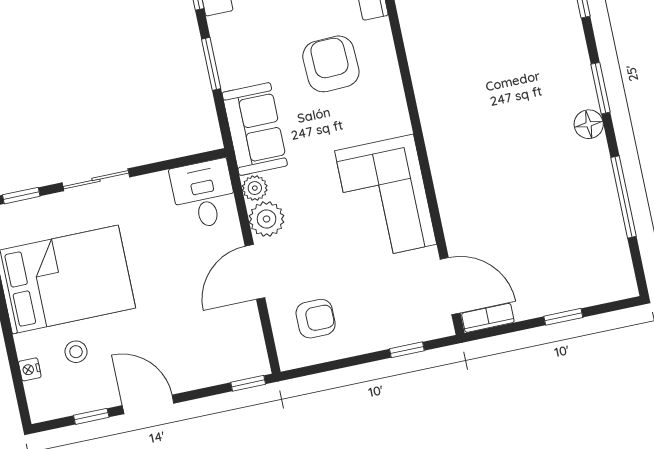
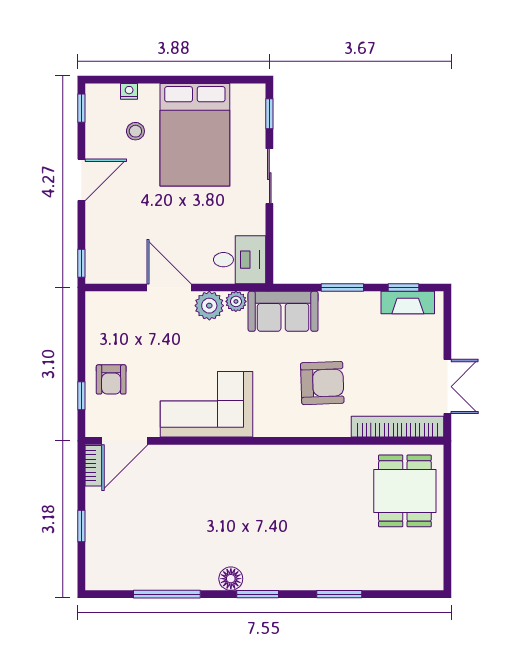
armchair: (316, 319) -> (111, 379), moved
window: (91, 416) -> (81, 108), moved

